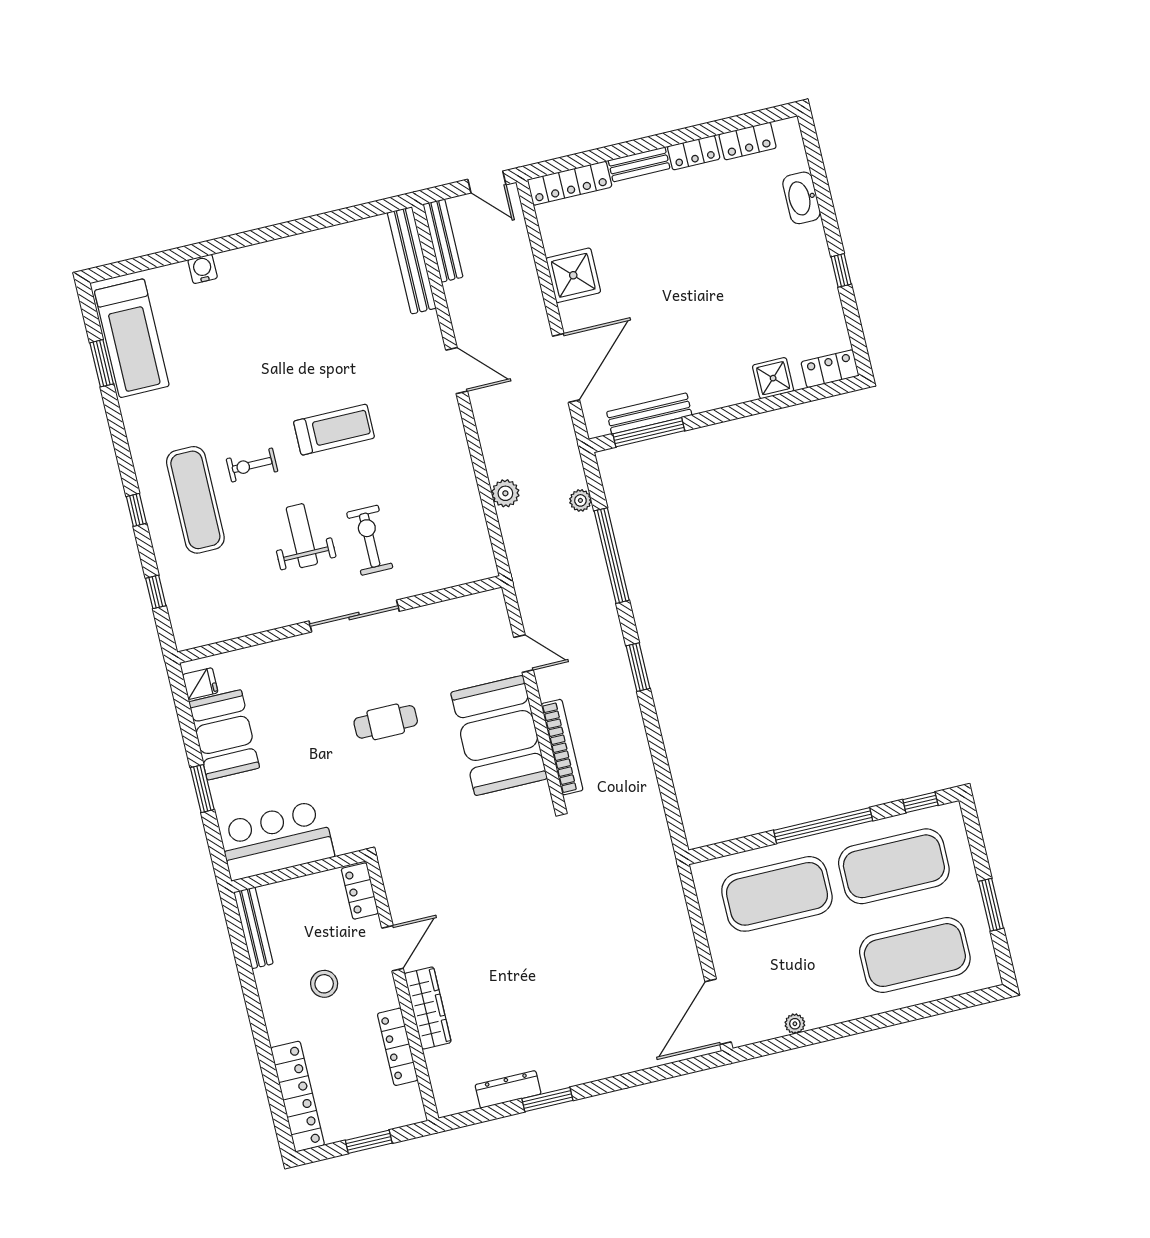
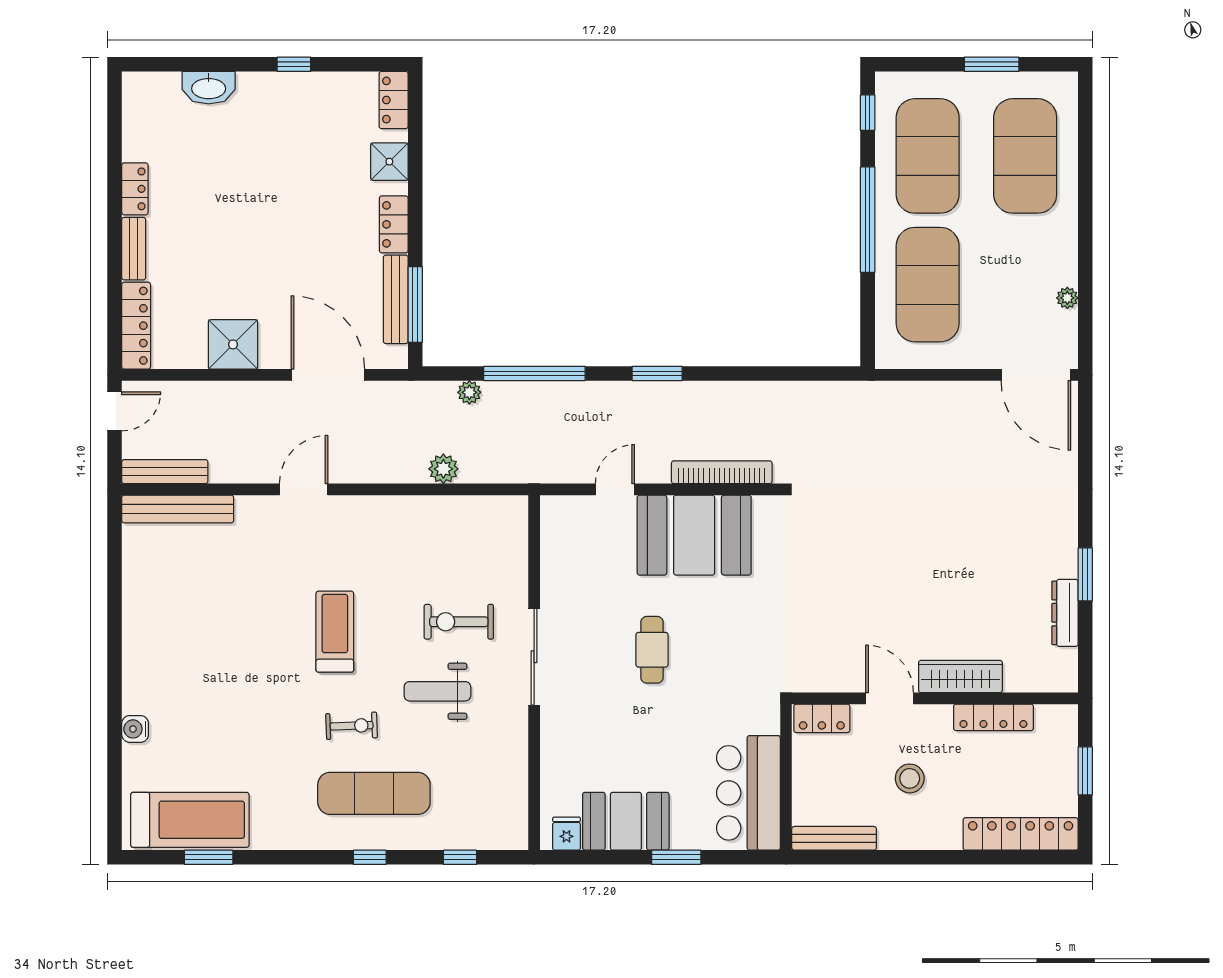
locker: (748, 141) -> (394, 224), moved, turned 180
exercise bike: (252, 465) -> (352, 726), turned -92

